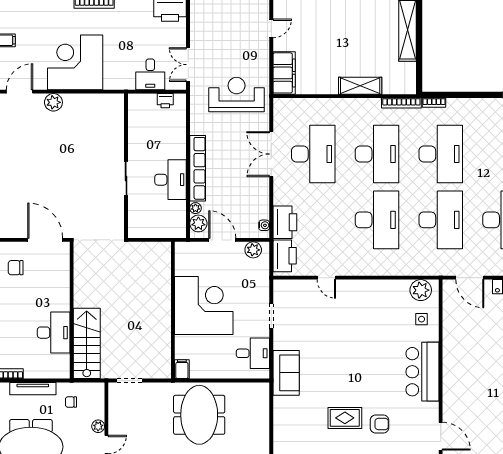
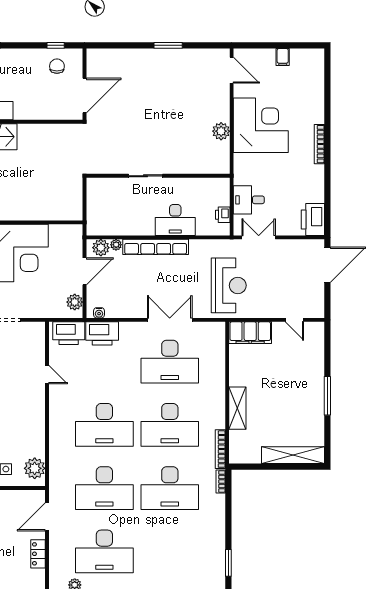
plant: (53, 102) -> (221, 131), moved
desk: (171, 180) -> (175, 220), moved
door: (326, 278) -> (47, 375), swing flipped

